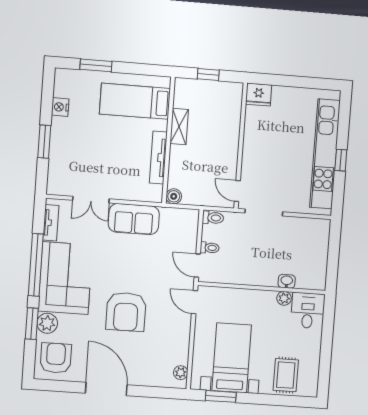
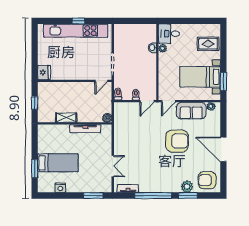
bed: (135, 101) -> (58, 163), moved, turned -90
window: (44, 142) -> (93, 196), moved
sofa: (134, 219) -> (191, 111), moved, turned 90
corner sofa: (65, 278) -> (160, 178), removed
door: (106, 389) -> (223, 149), hinge flipped

